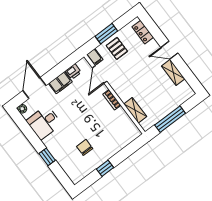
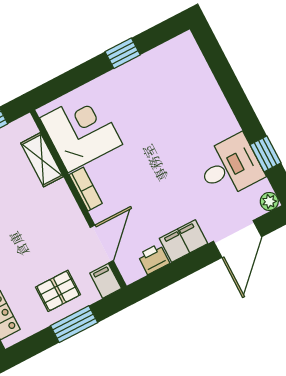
pallet: (117, 48) -> (58, 291), turned 90
corner desk: (119, 127) -> (81, 131), added
chair: (85, 147) -> (157, 102), removed
window: (47, 157) -> (266, 154), moved

